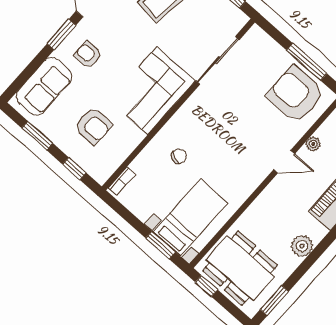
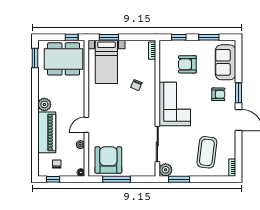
plant: (236, 20) -> (166, 170), added
armchair: (296, 94) -> (108, 160), turned -90
plant: (302, 246) -> (44, 104), moved

